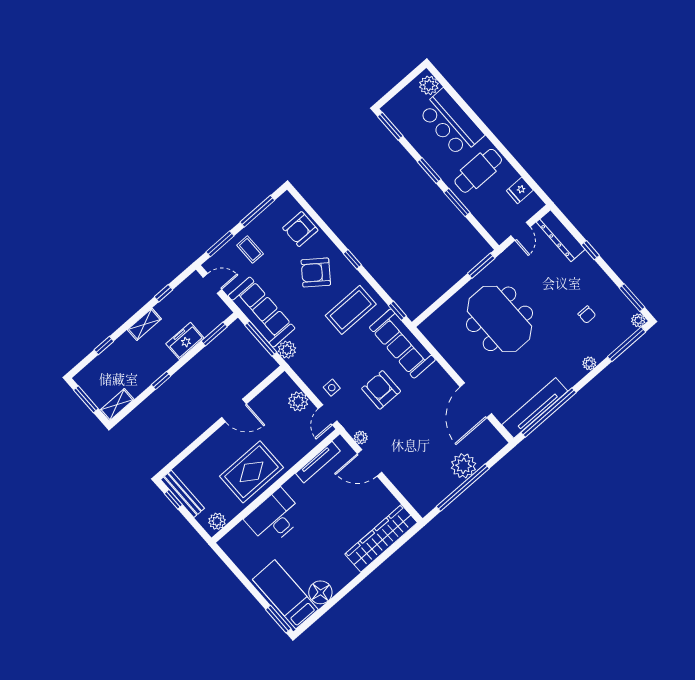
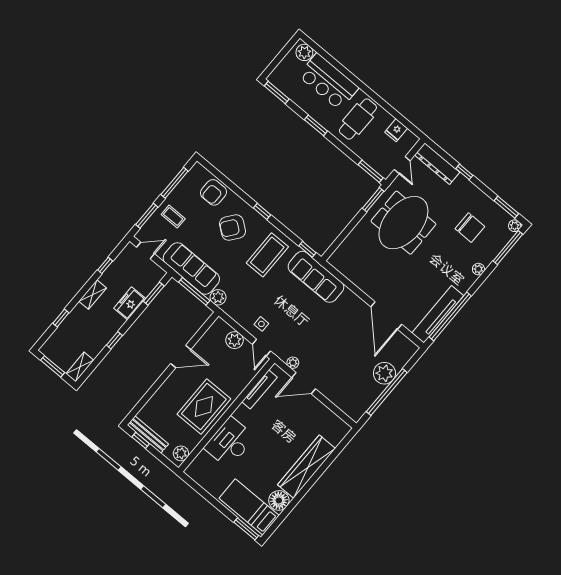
window: (457, 202) -> (371, 171), moved
chair: (587, 315) -> (470, 228), width x1.87, depth x1.87
meeting table: (499, 319) -> (403, 223), moved, turned 90
armchair: (381, 390) -> (304, 319), removed
wardrobe: (381, 538) -> (307, 467), moved

